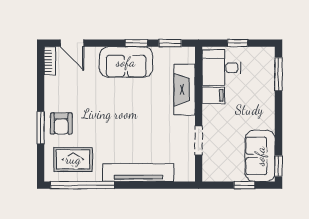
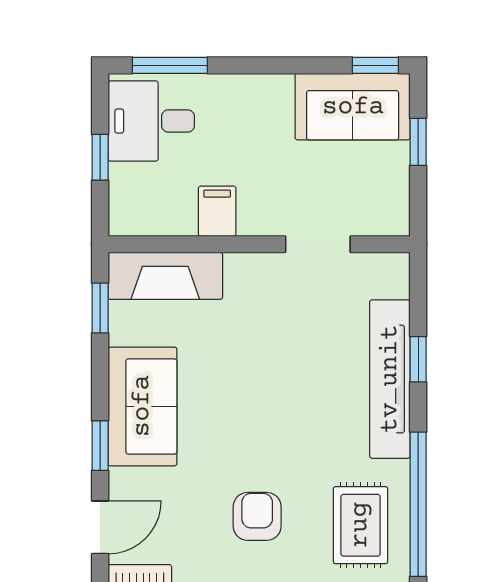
window: (136, 43) -> (100, 446), moved
desk: (221, 68) -> (151, 121), moved, turned 90
fireplace: (185, 90) -> (165, 276), moved
armchair: (61, 123) -> (257, 516), moved, turned -90
window: (147, 185) -> (418, 359), added

